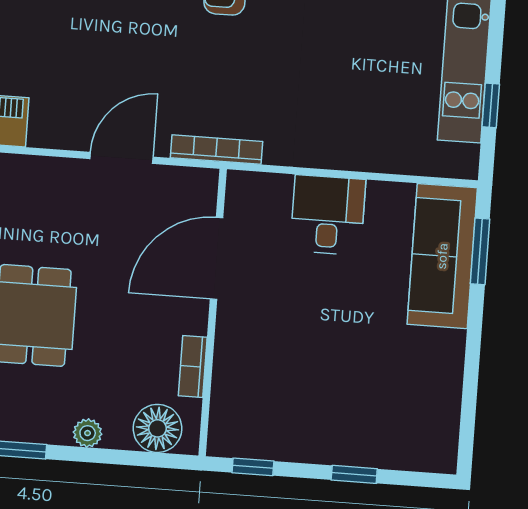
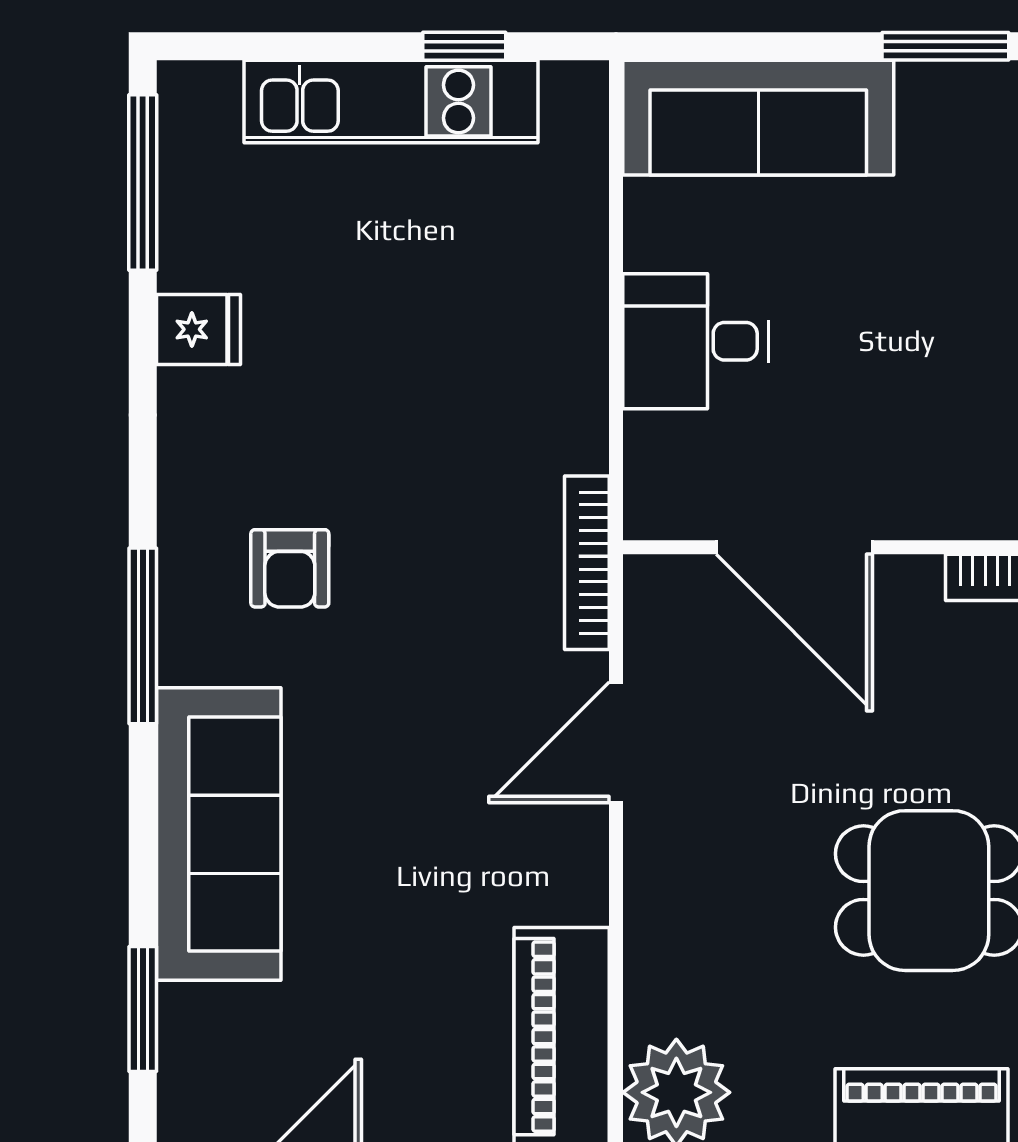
door: (122, 158) -> (616, 742), hinge flipped
window: (480, 251) -> (945, 46), moved

